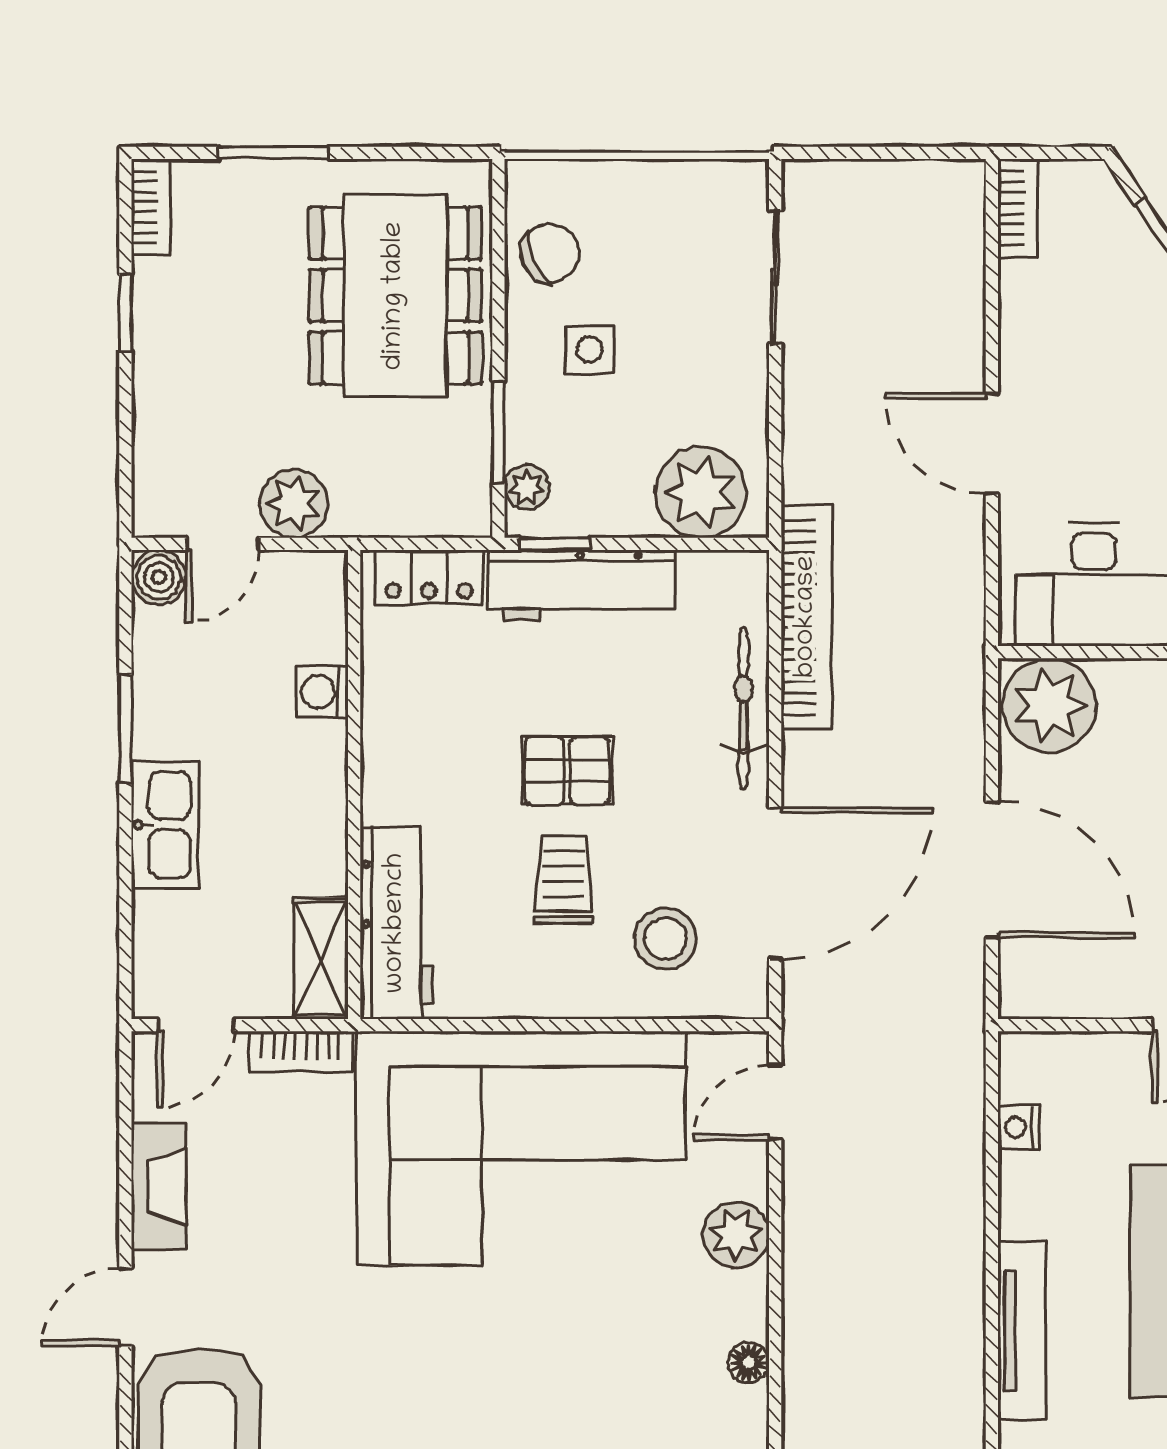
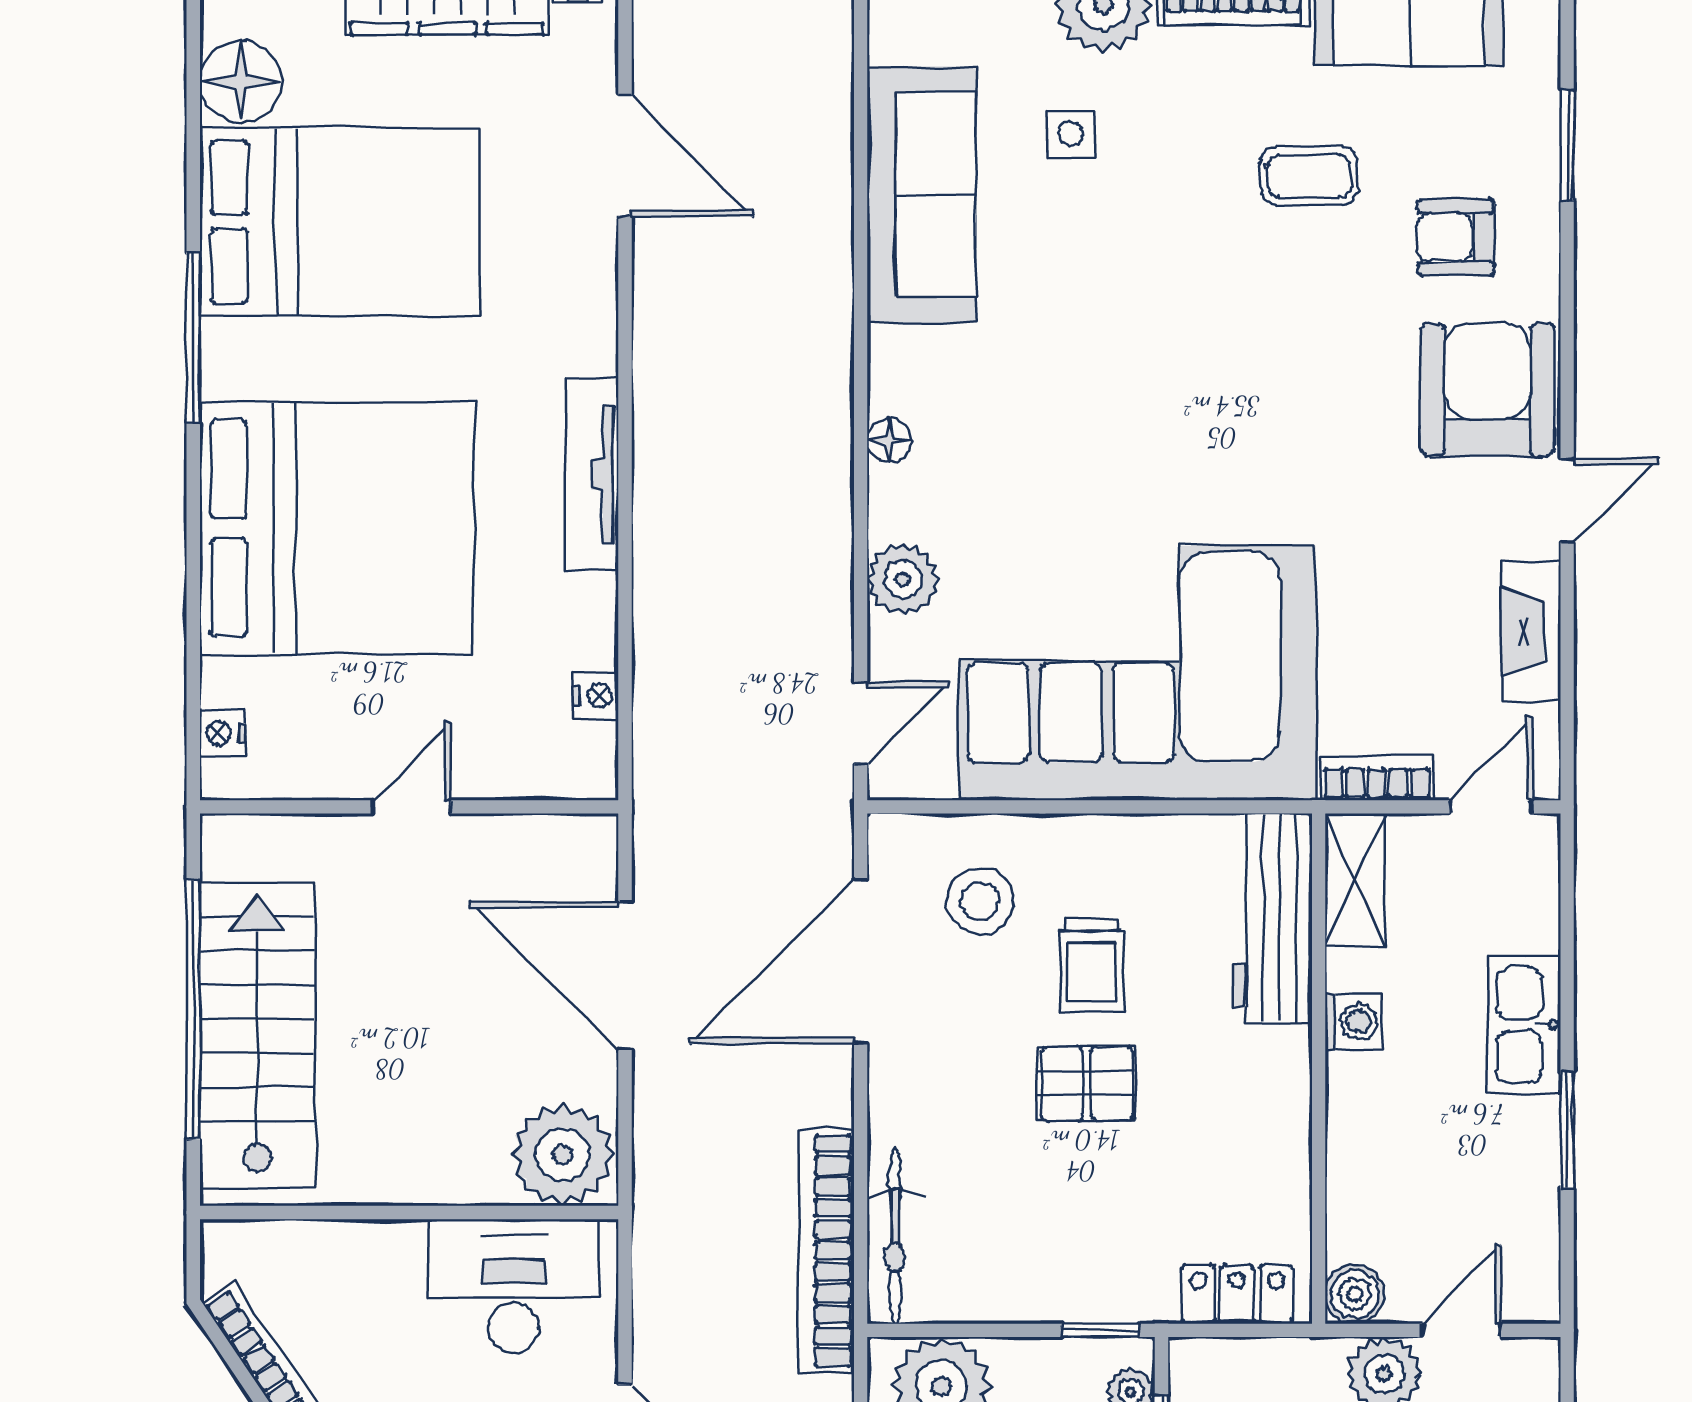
boiler: (159, 577) -> (1355, 1294), moved
workbench: (581, 585) -> (1072, 1286), removed
washing machine: (322, 692) -> (1353, 1022), moved
bicycle: (744, 708) -> (895, 1236), moved

